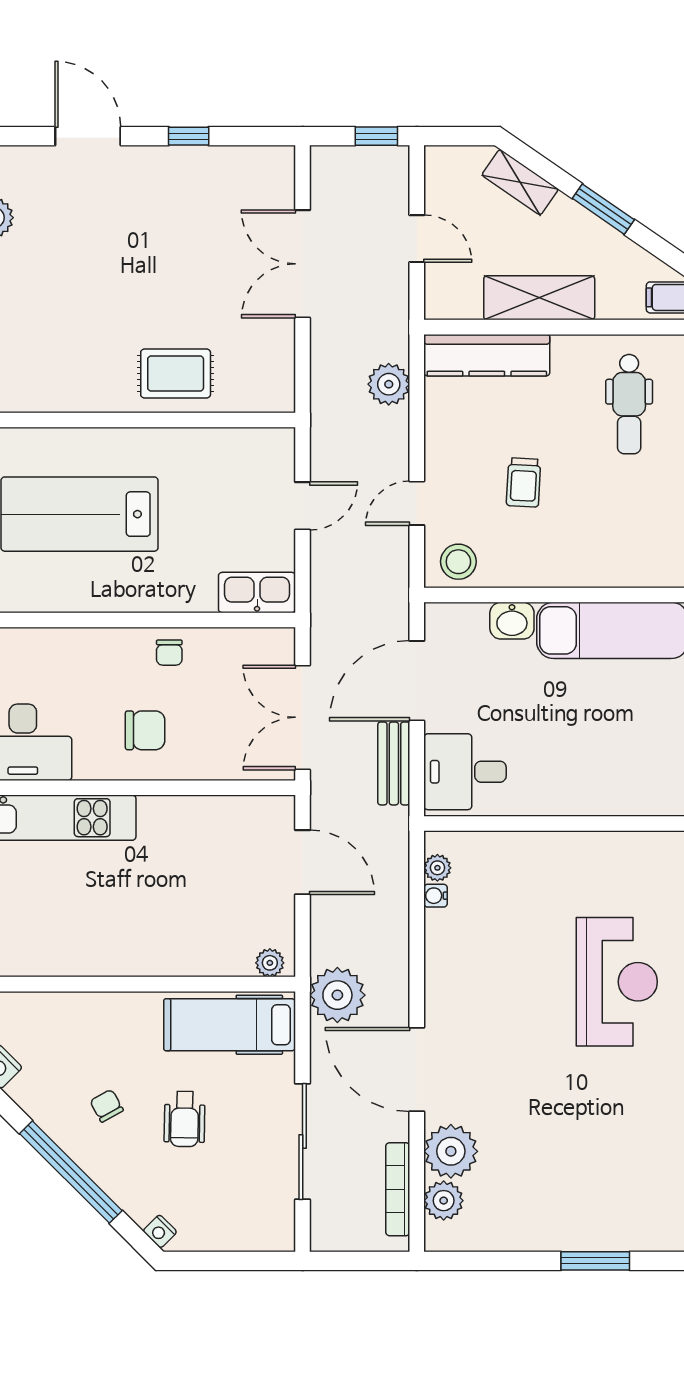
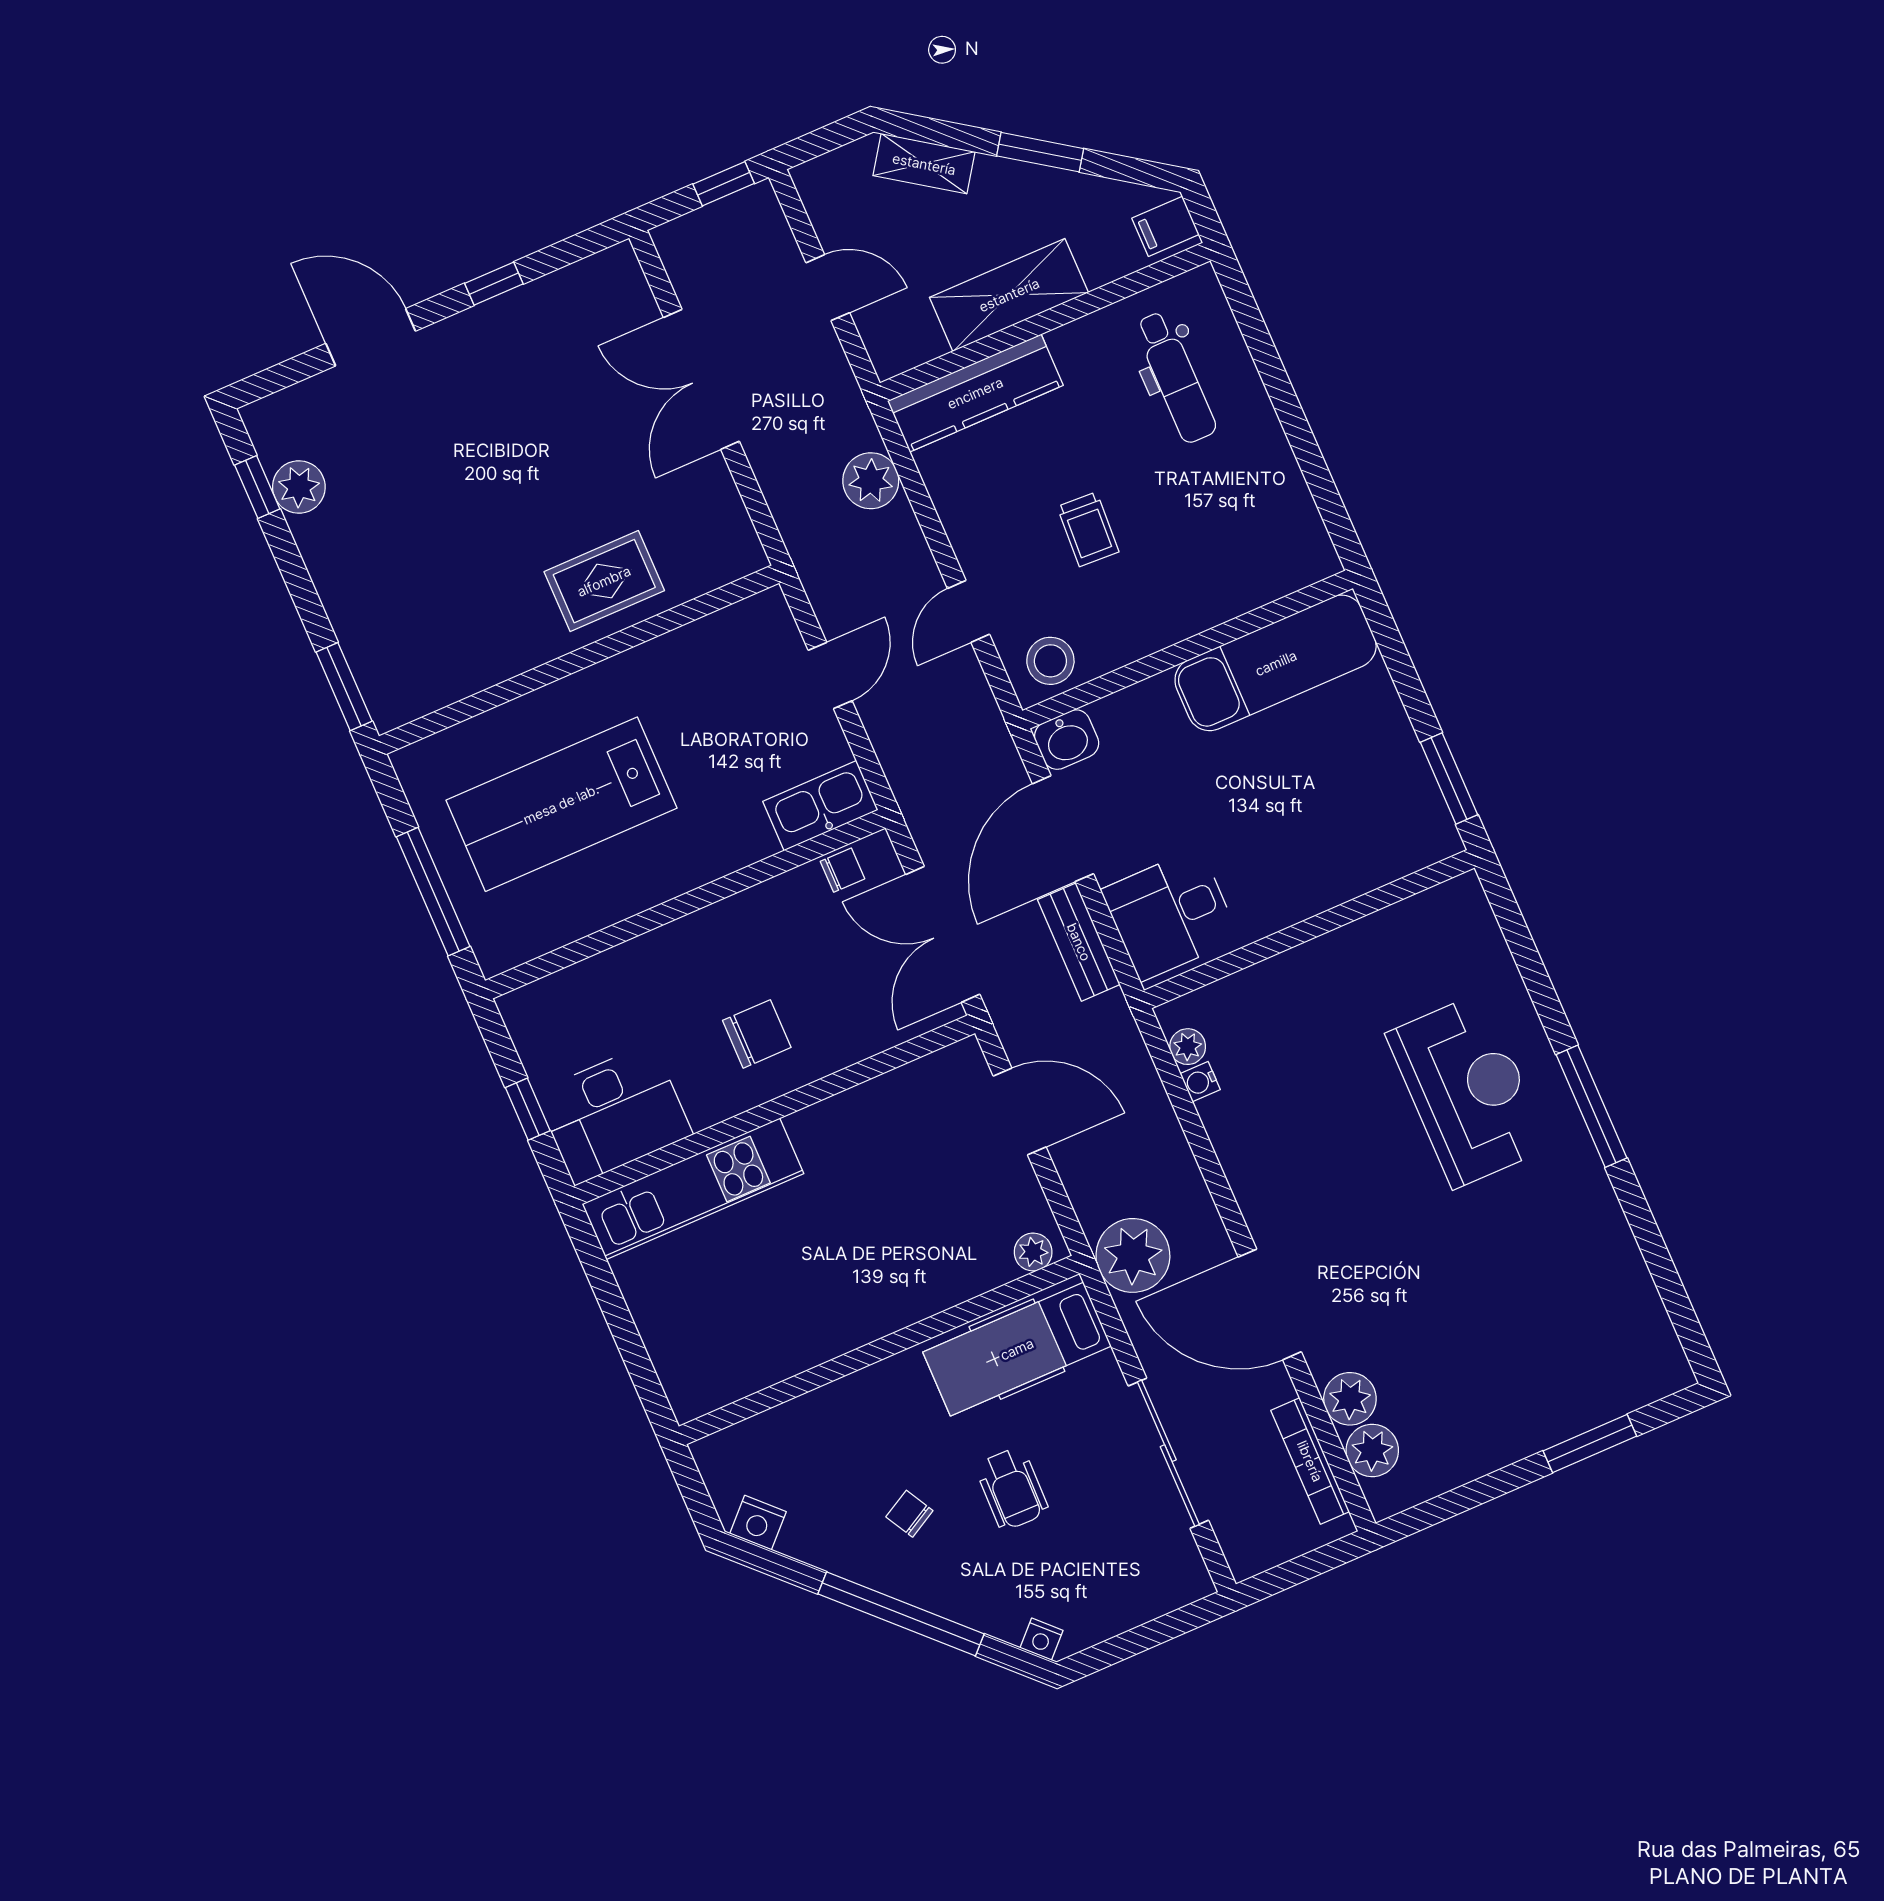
washbasin: (512, 621) -> (1067, 740), moved
chair: (169, 653) -> (842, 870), moved, turned -90
plant: (451, 1151) -> (1350, 1399), width x0.73, depth x0.73

